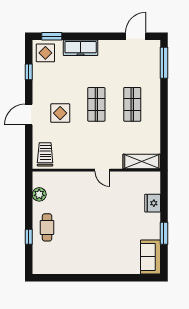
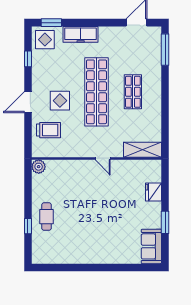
shop shelf: (96, 104) -> (97, 92), width x2.00, depth x1.36
trolley: (45, 154) -> (48, 130), moved, turned 90
plant: (39, 194) -> (39, 167), moved

